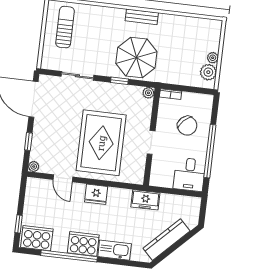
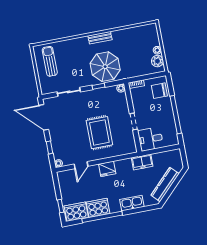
chair: (187, 126) -> (159, 91), moved, turned 134
rug: (101, 143) -> (99, 133), width x0.73, depth x0.69
desk: (189, 174) -> (151, 139), moved, turned 90
door: (63, 178) -> (81, 165), hinge flipped
cooker: (83, 244) -> (98, 208), moved

